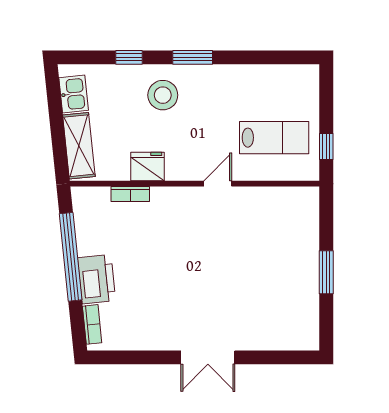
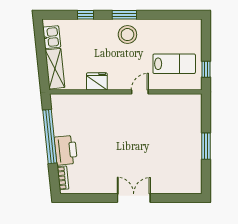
stool: (163, 95) -> (127, 35), moved
bookcase: (130, 194) -> (86, 98), removed
double door: (208, 357) -> (134, 198), swing flipped

